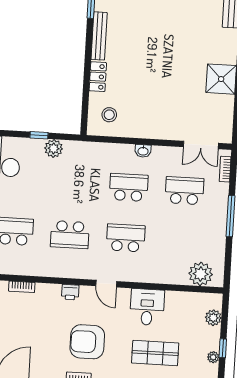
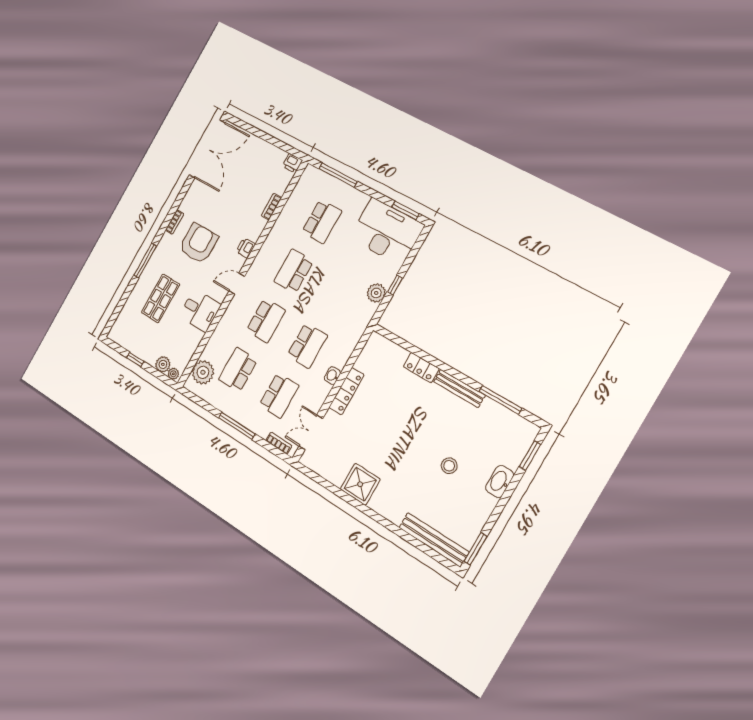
stool: (109, 115) -> (449, 466), moved
locker: (150, 131) -> (346, 391), added
school desk: (181, 241) -> (238, 370), added
plant: (213, 357) -> (173, 374), moved

